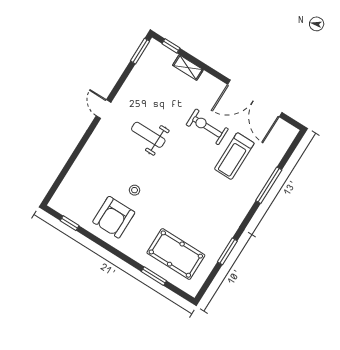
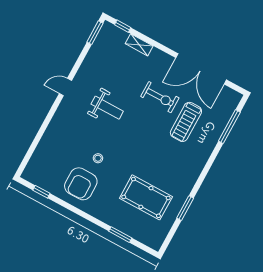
door: (104, 109) -> (65, 87), hinge flipped
exercise bike: (207, 127) -> (160, 97), turned 180
weight bench: (148, 135) -> (107, 108), turned 180
window: (269, 185) -> (229, 127), moved
pool table: (176, 254) -> (146, 197), moved

